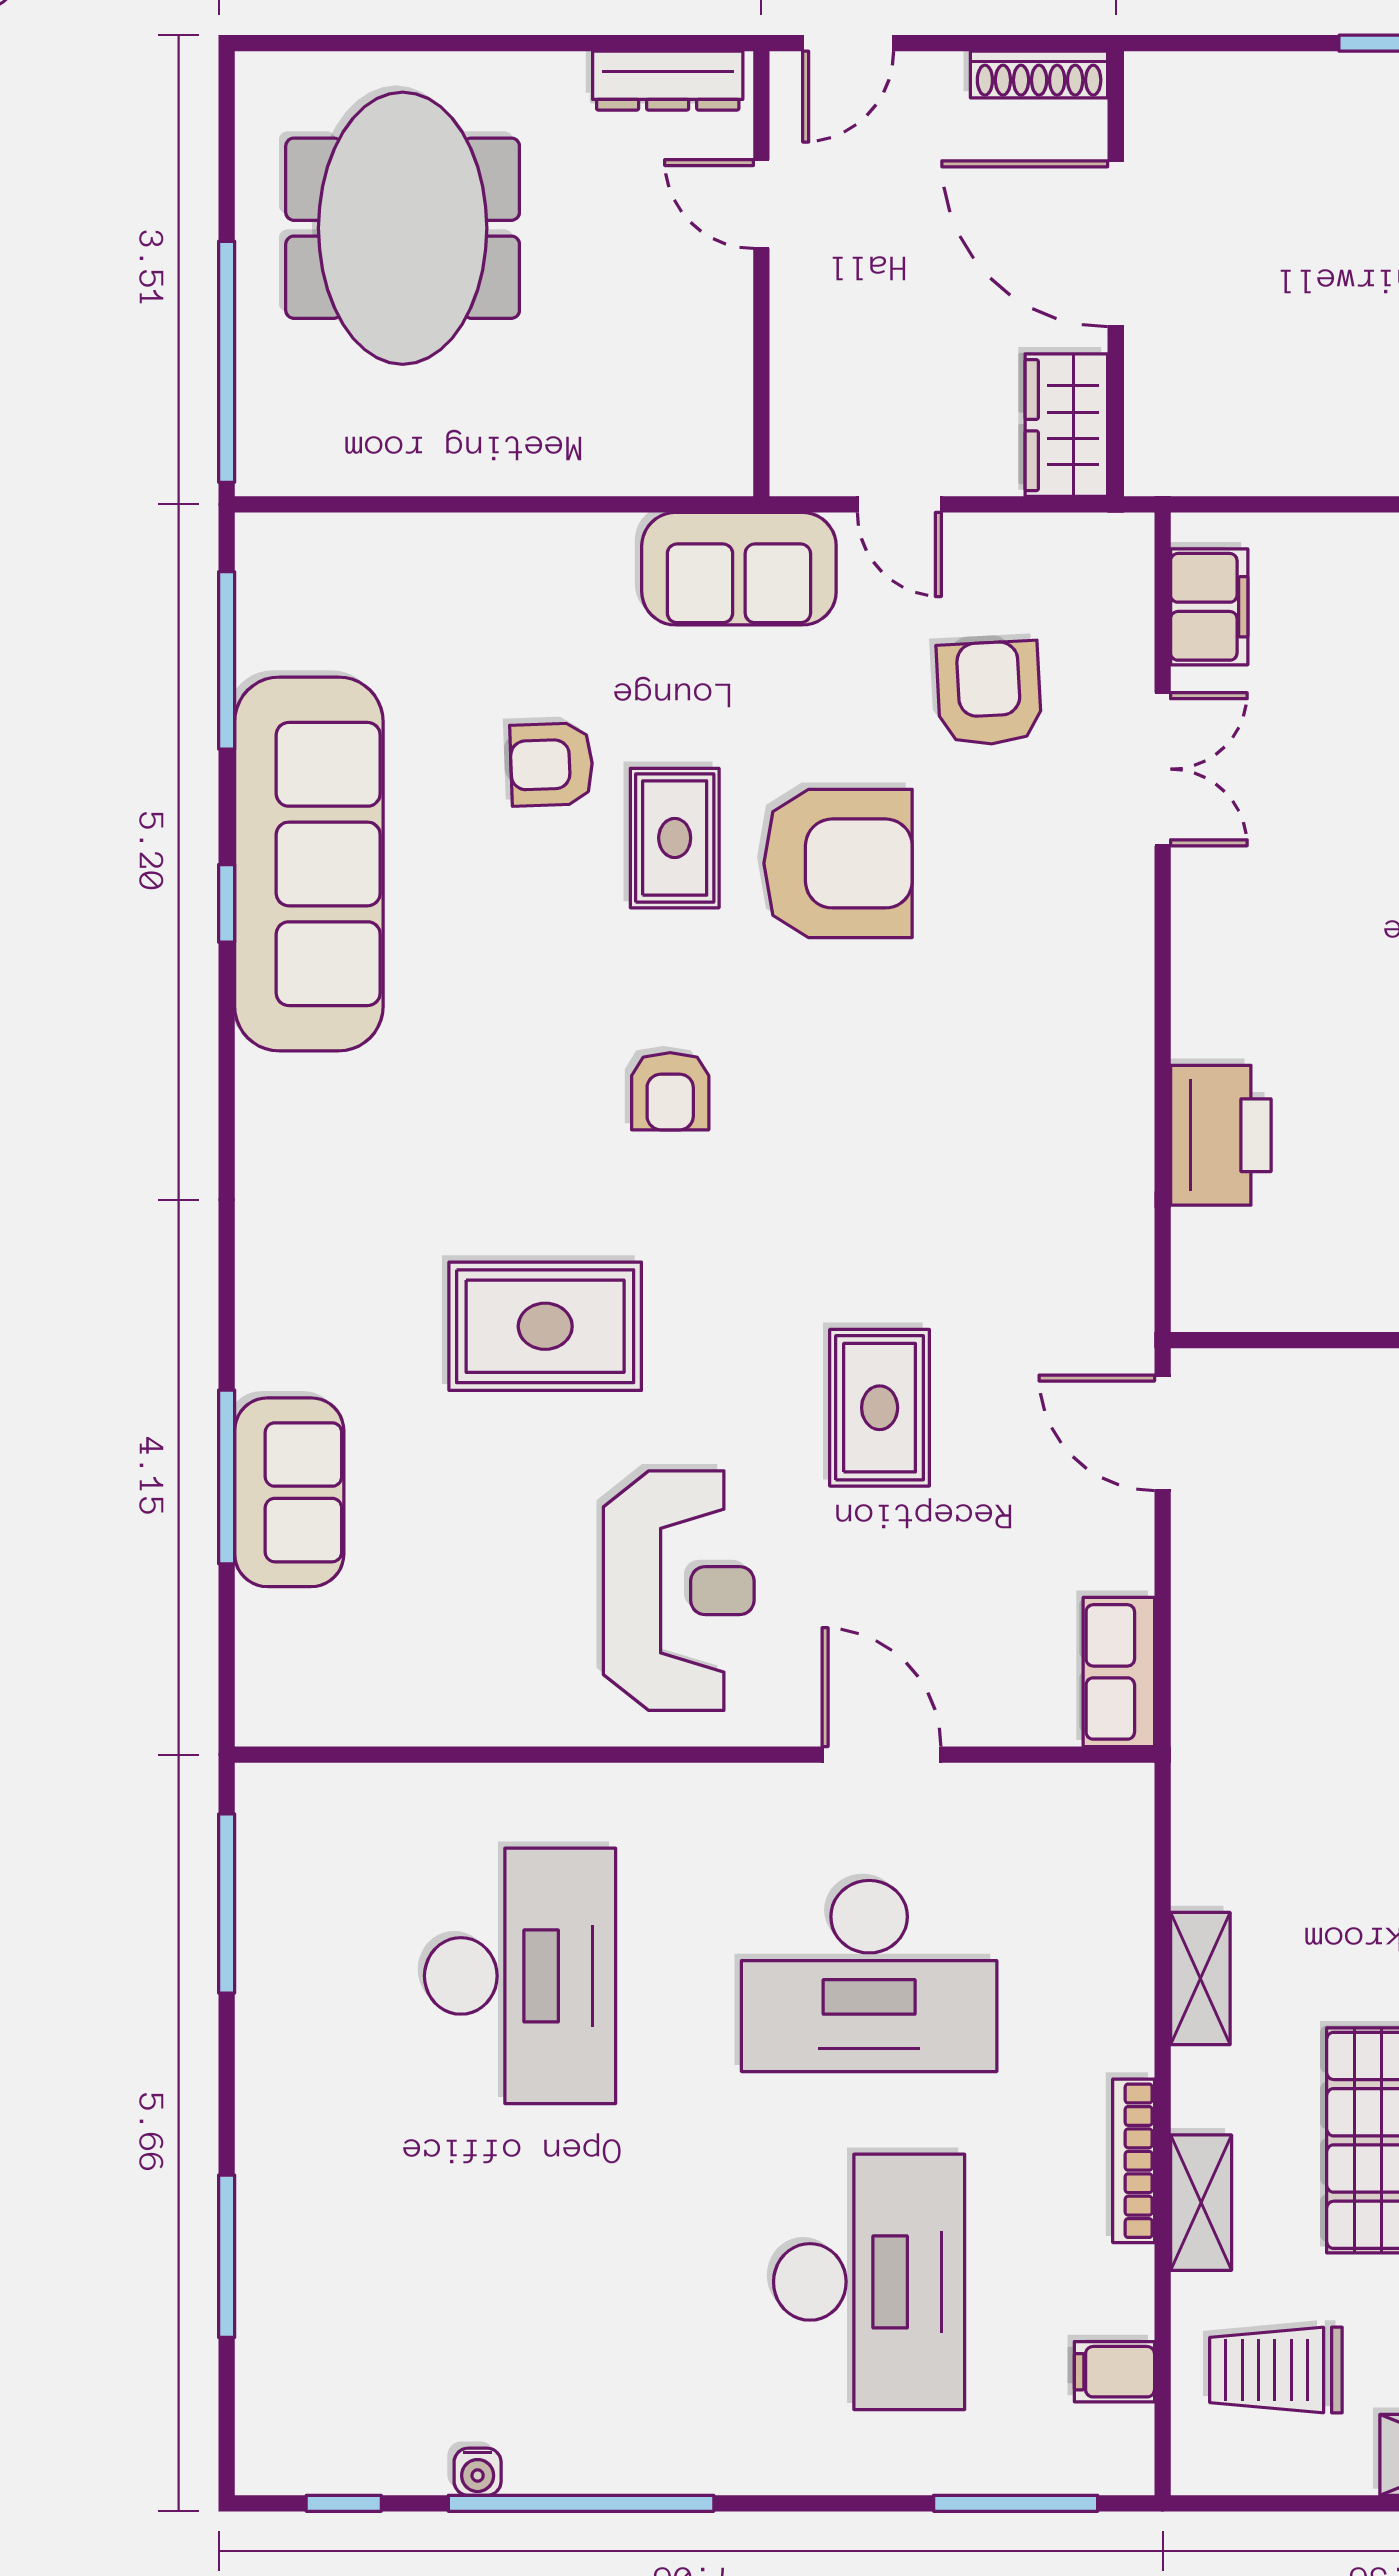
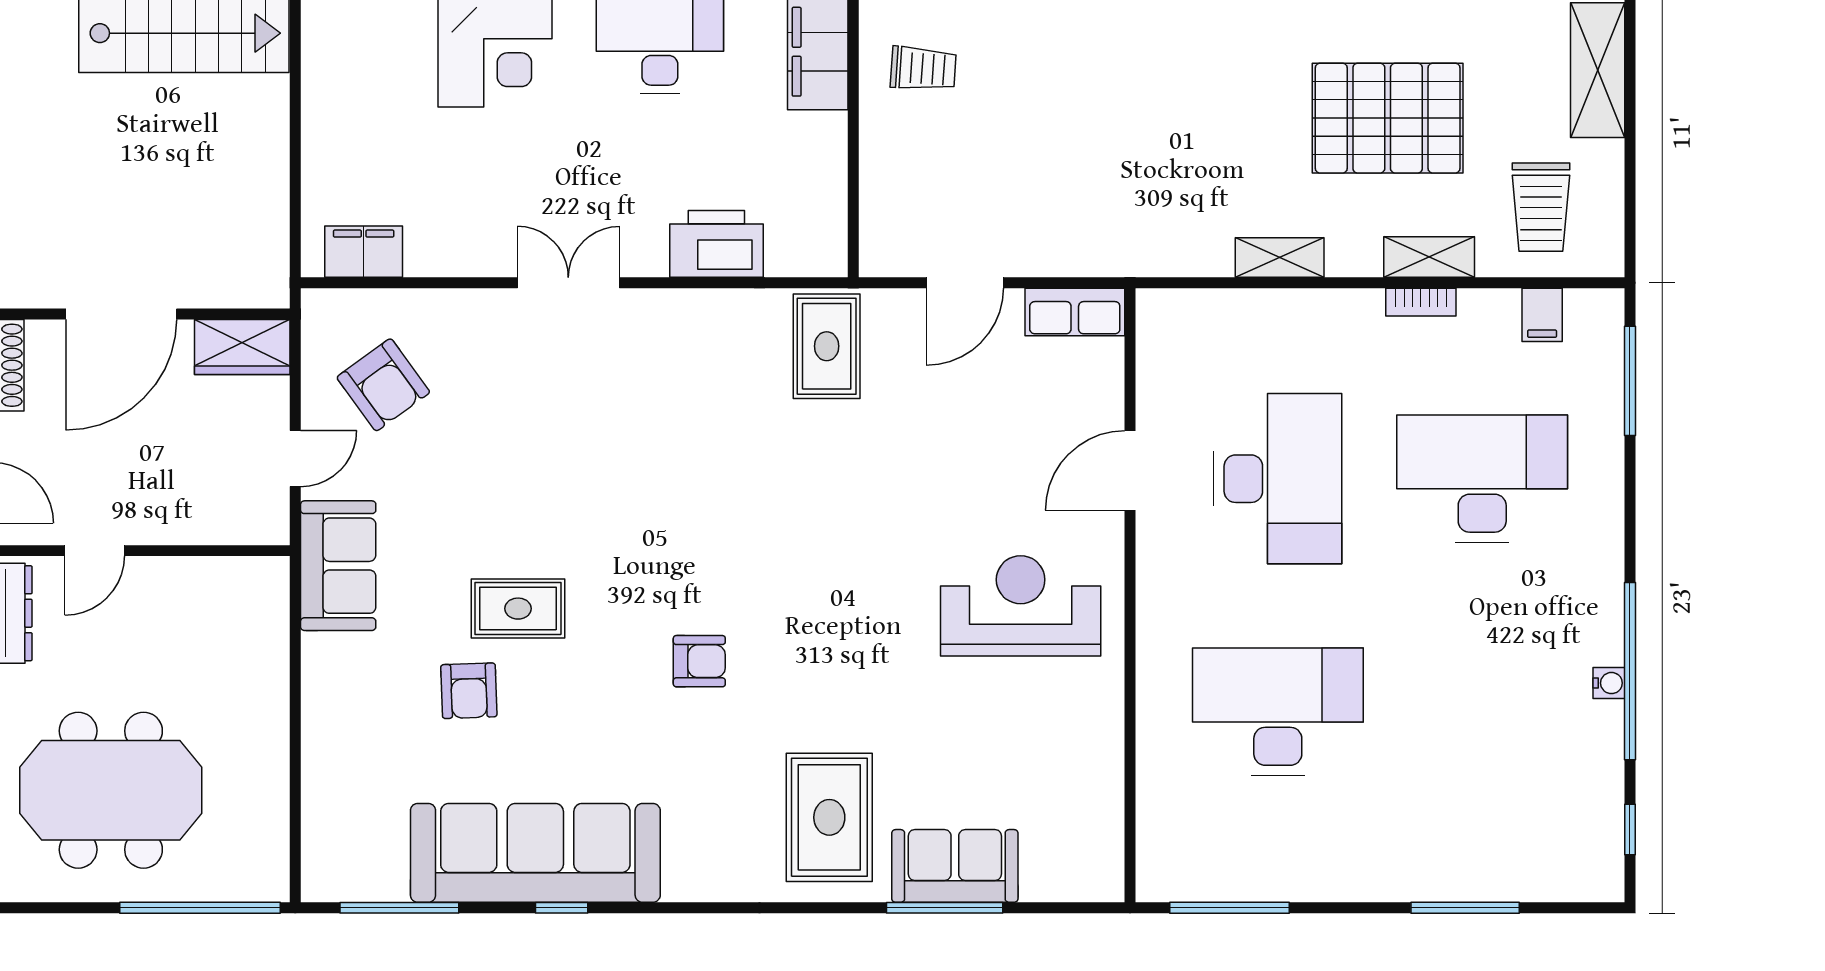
armchair: (989, 693) -> (383, 385), moved, turned -123
double door: (1163, 769) -> (568, 283), moved
armchair: (838, 863) -> (535, 499), removed
armchair: (670, 1091) -> (699, 661), moved
rug: (545, 1326) -> (829, 817), moved
rug: (880, 1408) -> (827, 346), moved, turned 90
door: (1163, 1433) -> (965, 283), moved
bookcase: (1134, 2161) -> (1421, 302), width x0.64
water cooler: (478, 2472) -> (1609, 683), moved

